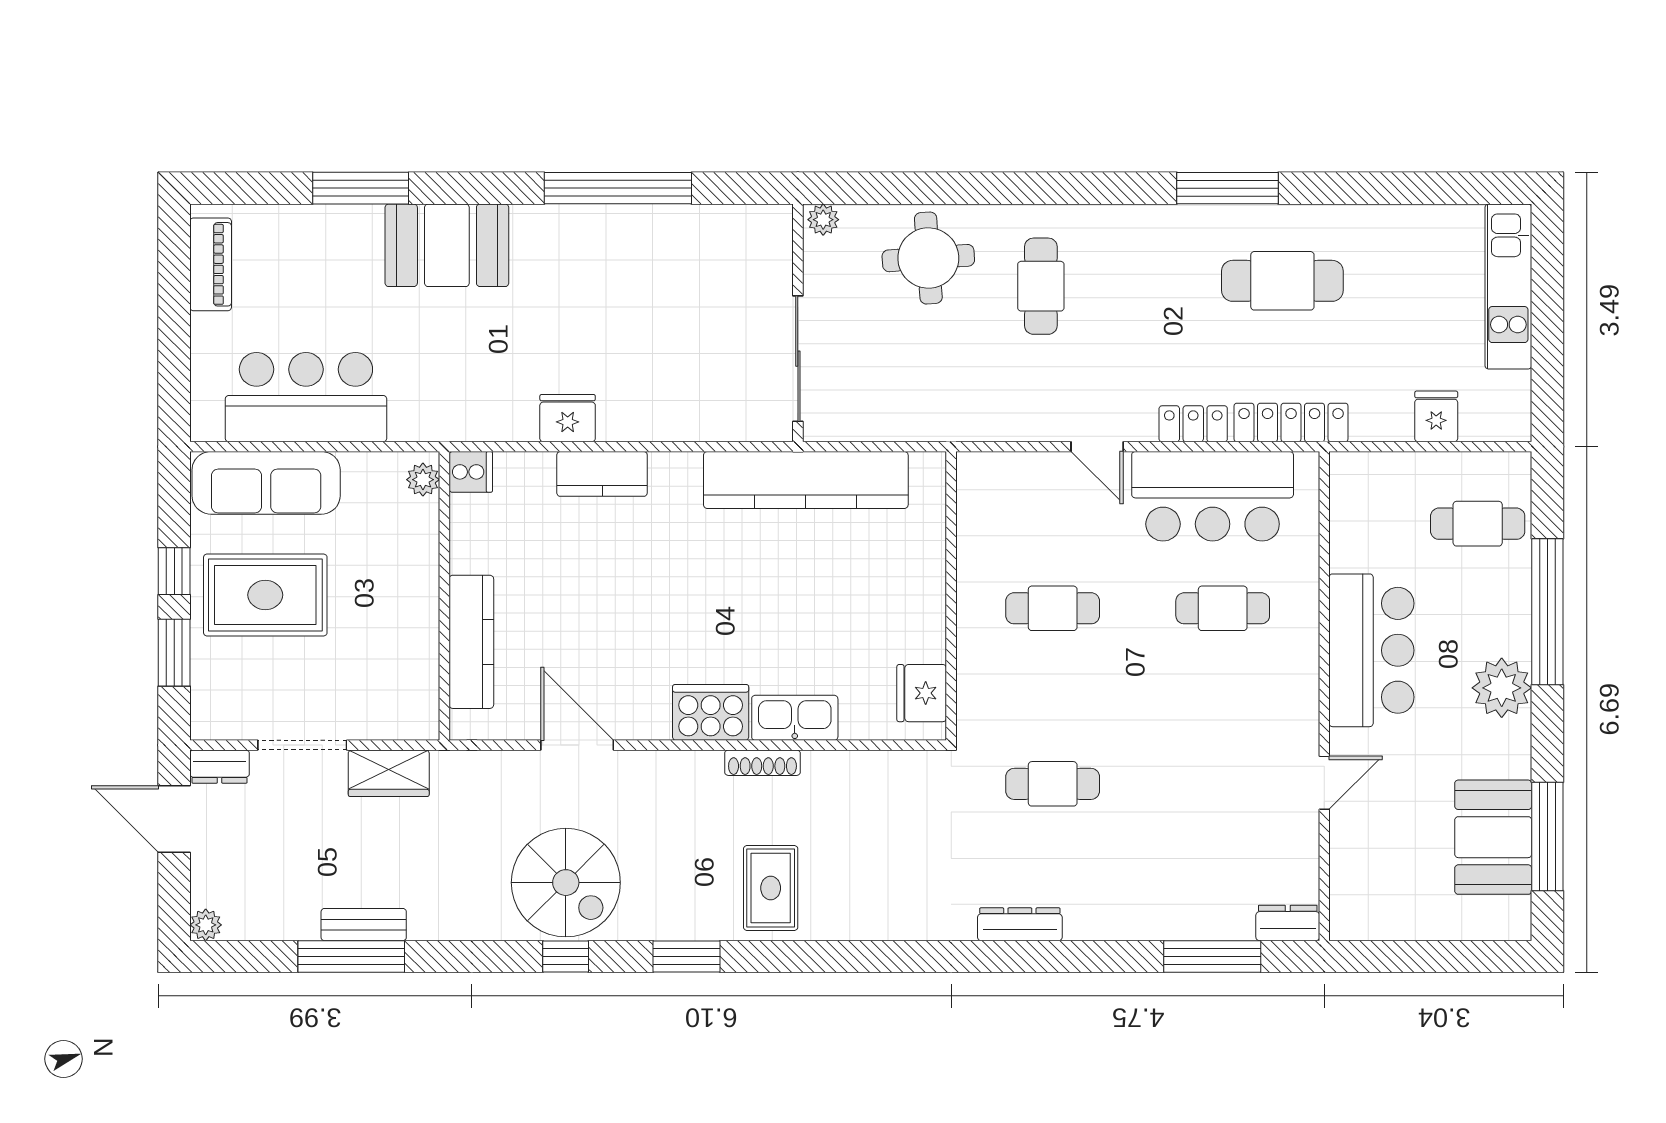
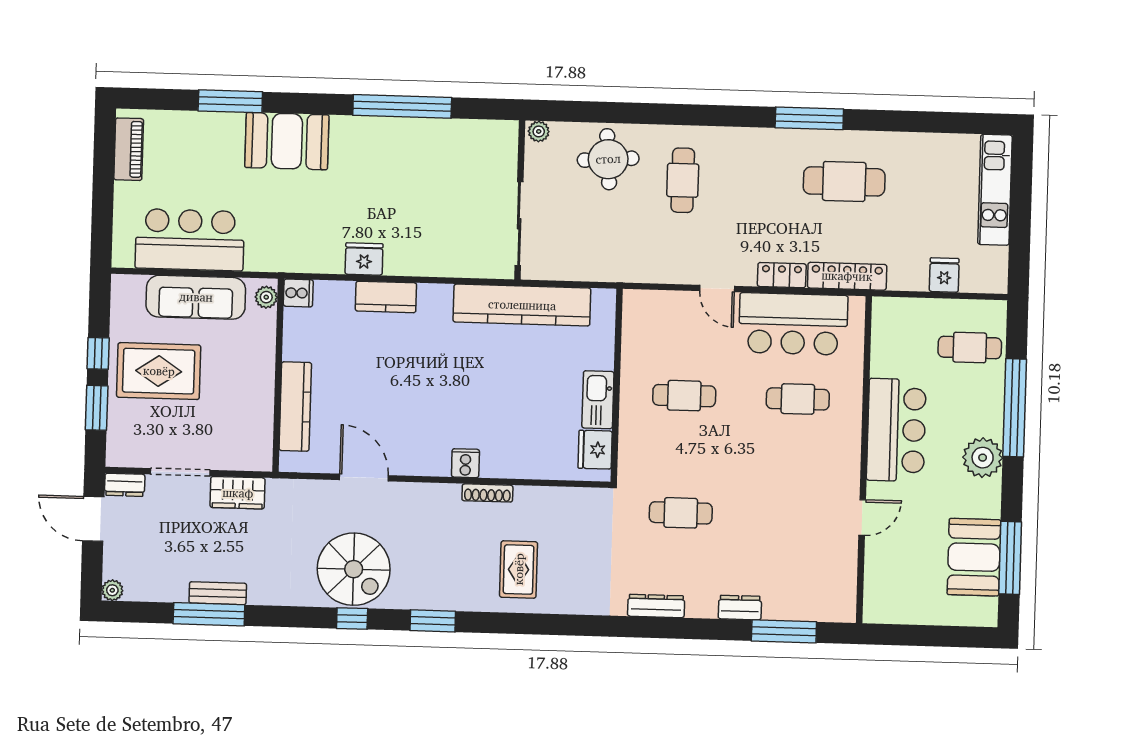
sofa: (266, 483) -> (196, 297), moved
cooker: (711, 712) -> (465, 463), width x0.53, depth x0.76
kitchen sink: (795, 718) -> (598, 400), moved, turned -90
rug: (771, 888) -> (519, 569), moved
dresser: (1288, 923) -> (740, 608), moved

